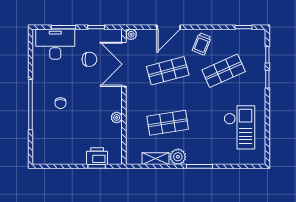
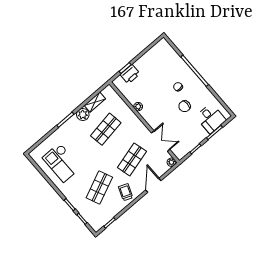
desk: (55, 44) -> (211, 119), width x0.73
chair: (89, 59) -> (185, 106), moved
double door: (124, 64) -> (161, 141), width x0.73

